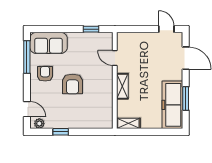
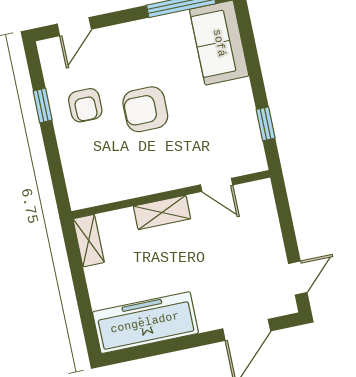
door: (115, 58) -> (217, 185), swing flipped
armchair: (45, 74) -> (85, 105), moved, turned 90
window: (186, 98) -> (164, 347), removed
plant: (39, 124) -> (50, 58), removed

